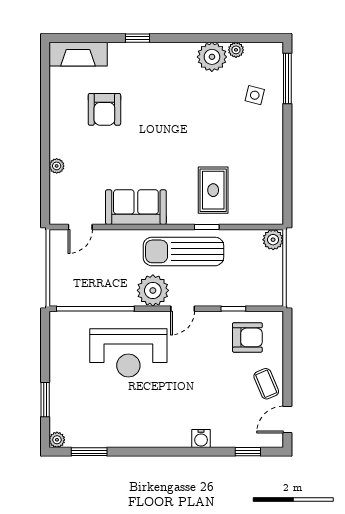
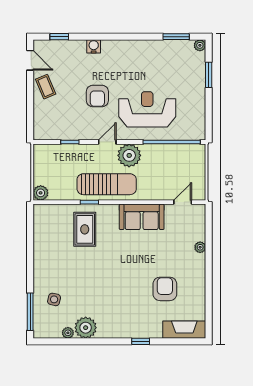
armchair: (247, 337) -> (97, 96), moved, turned -90
door: (287, 420) -> (30, 60), hinge flipped

